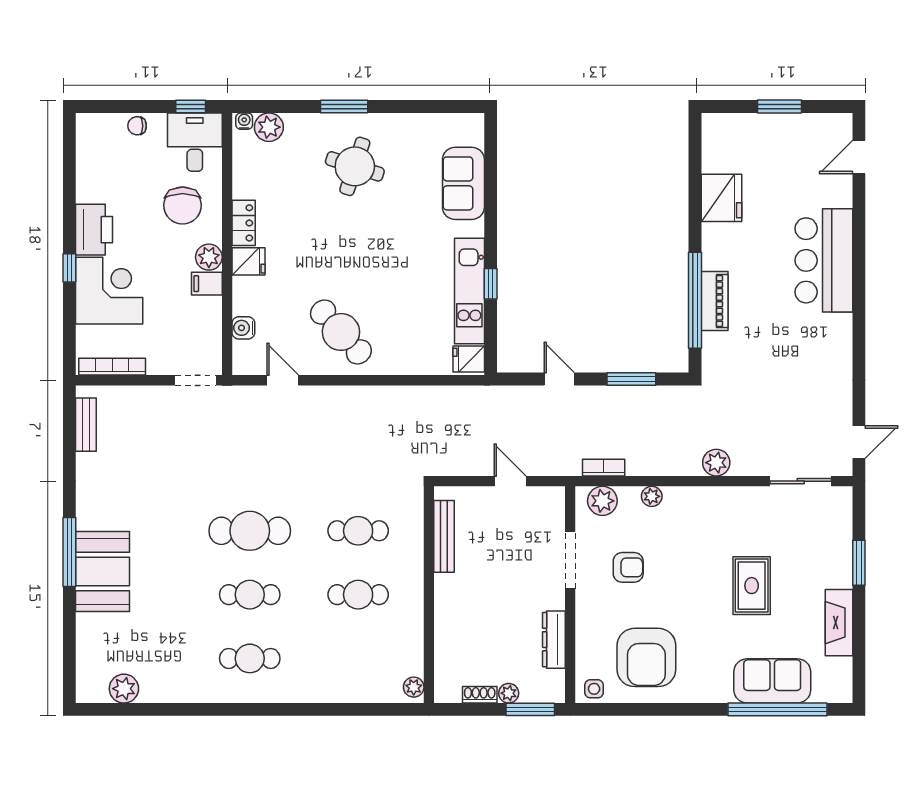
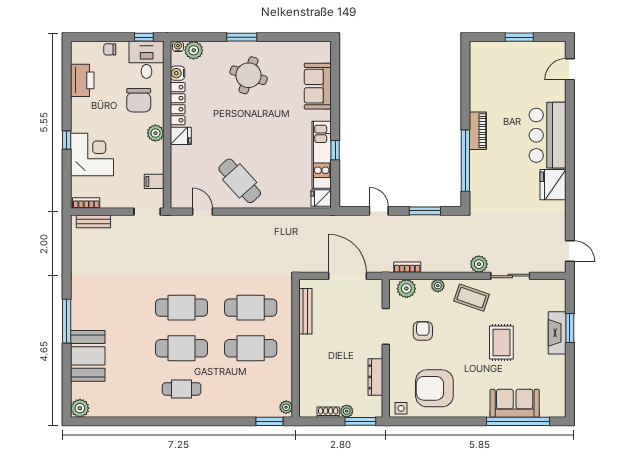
fridge: (721, 198) -> (553, 185), moved, turned 180
locker: (244, 223) -> (178, 104), width x1.53
printer: (94, 230) -> (82, 80), moved
filing cabinet: (207, 284) -> (154, 181), moved
piano: (715, 301) -> (478, 131), moved
water cooler: (243, 328) -> (177, 73), moved
bookcase: (112, 367) -> (86, 203), width x0.64
bench: (86, 425) -> (93, 221), moved, turned 90
door: (859, 442) -> (570, 251), hinge flipped
door: (510, 481) -> (347, 276), width x1.87
sliding door: (801, 481) -> (510, 276), moved
coffee table: (705, 515) -> (472, 298), added
cafe table: (358, 531) -> (251, 308), width x1.37, depth x1.35
armchair: (628, 567) -> (423, 331), turned -90
booth: (103, 571) -> (88, 356), moved
cafe table: (250, 595) -> (182, 348), width x1.37, depth x1.35
cafe table: (358, 595) -> (251, 348), width x1.37, depth x1.35
fireplace: (839, 623) -> (557, 333), moved
armchair: (646, 657) -> (434, 388), turned 90
plant: (124, 689) -> (80, 408), moved
window: (388, 709) -> (269, 421), added

